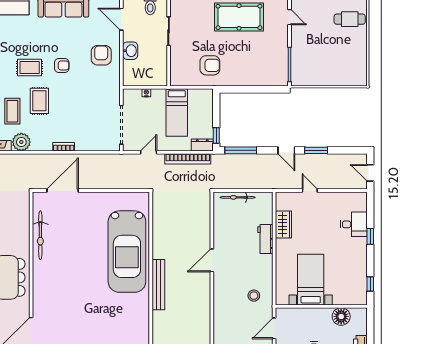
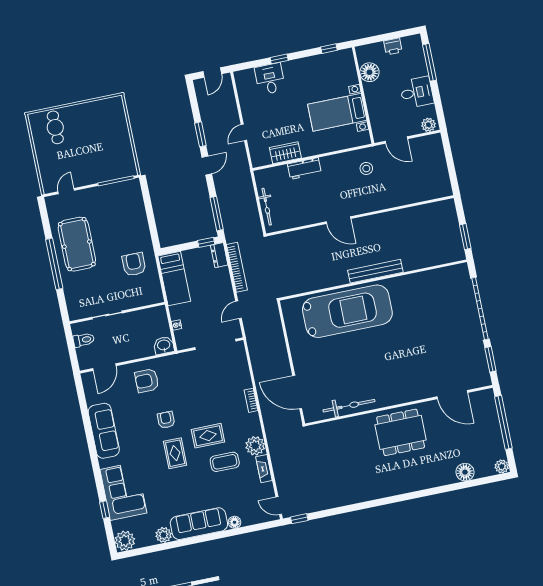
washbasin: (130, 51) -> (164, 345), moved
bed: (177, 113) -> (174, 279), moved, turned 90
door: (149, 152) -> (239, 310), hinge flipped

